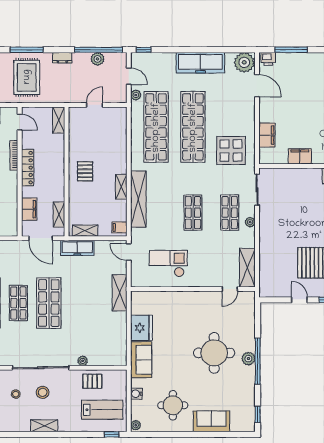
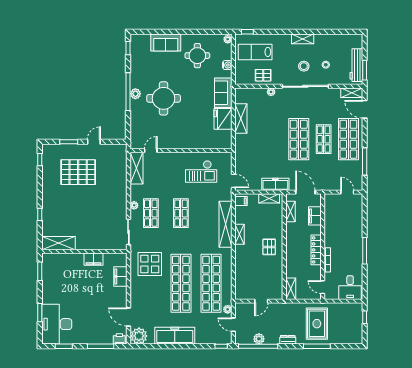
shelving: (120, 293) -> (241, 119), moved
door: (299, 300) -> (94, 142), swing flipped

